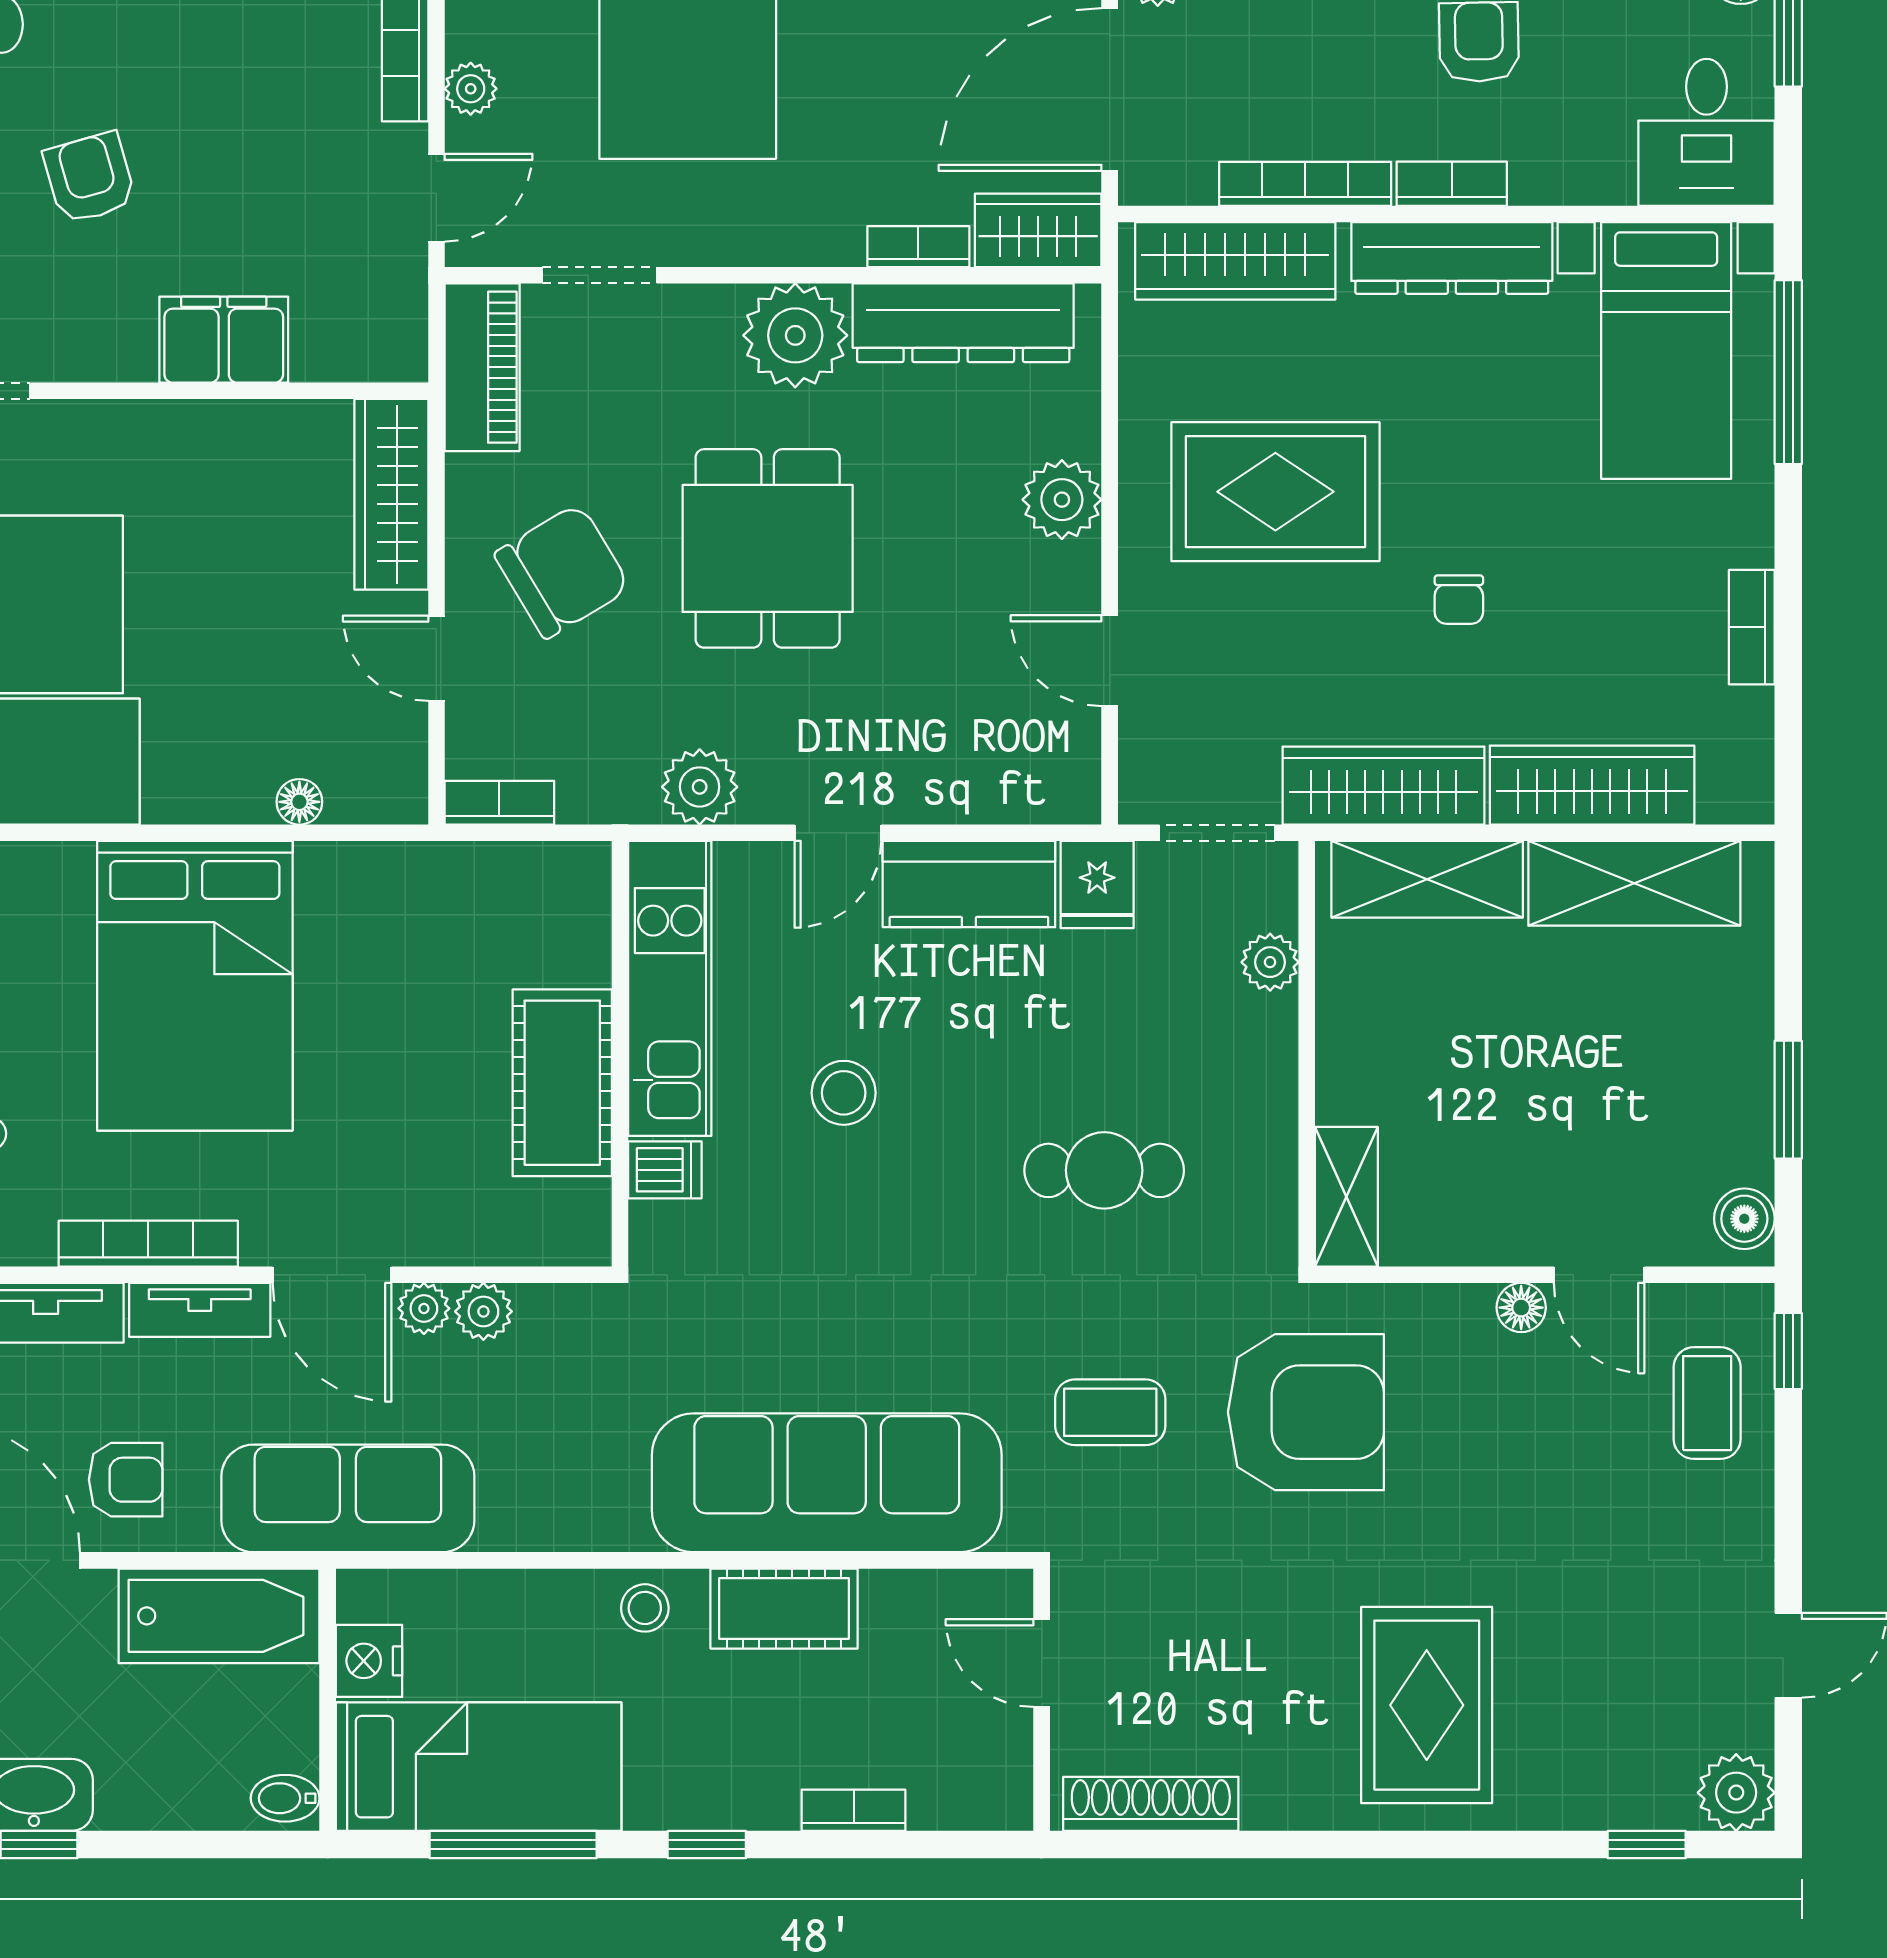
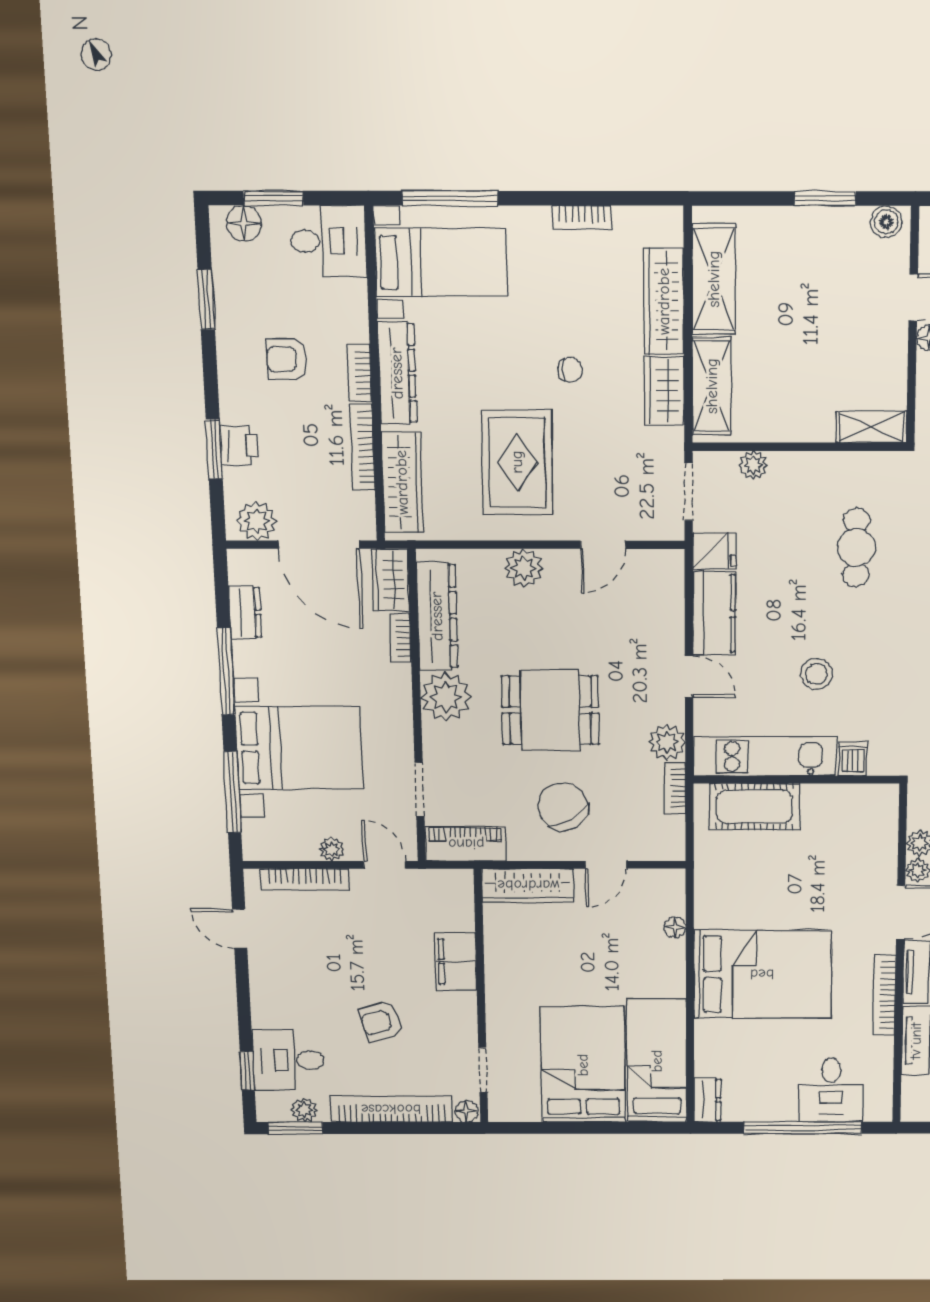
wardrobe: (1383, 786) -> (664, 391), width x0.67
bookcase: (499, 803) -> (675, 788), moved
cot: (562, 1083) -> (754, 807), moved

